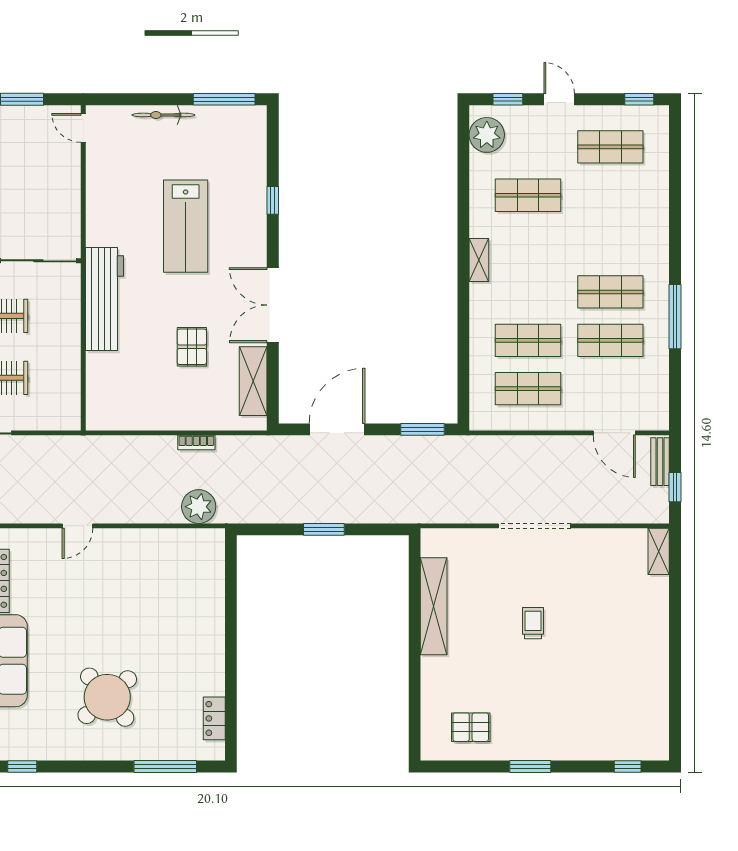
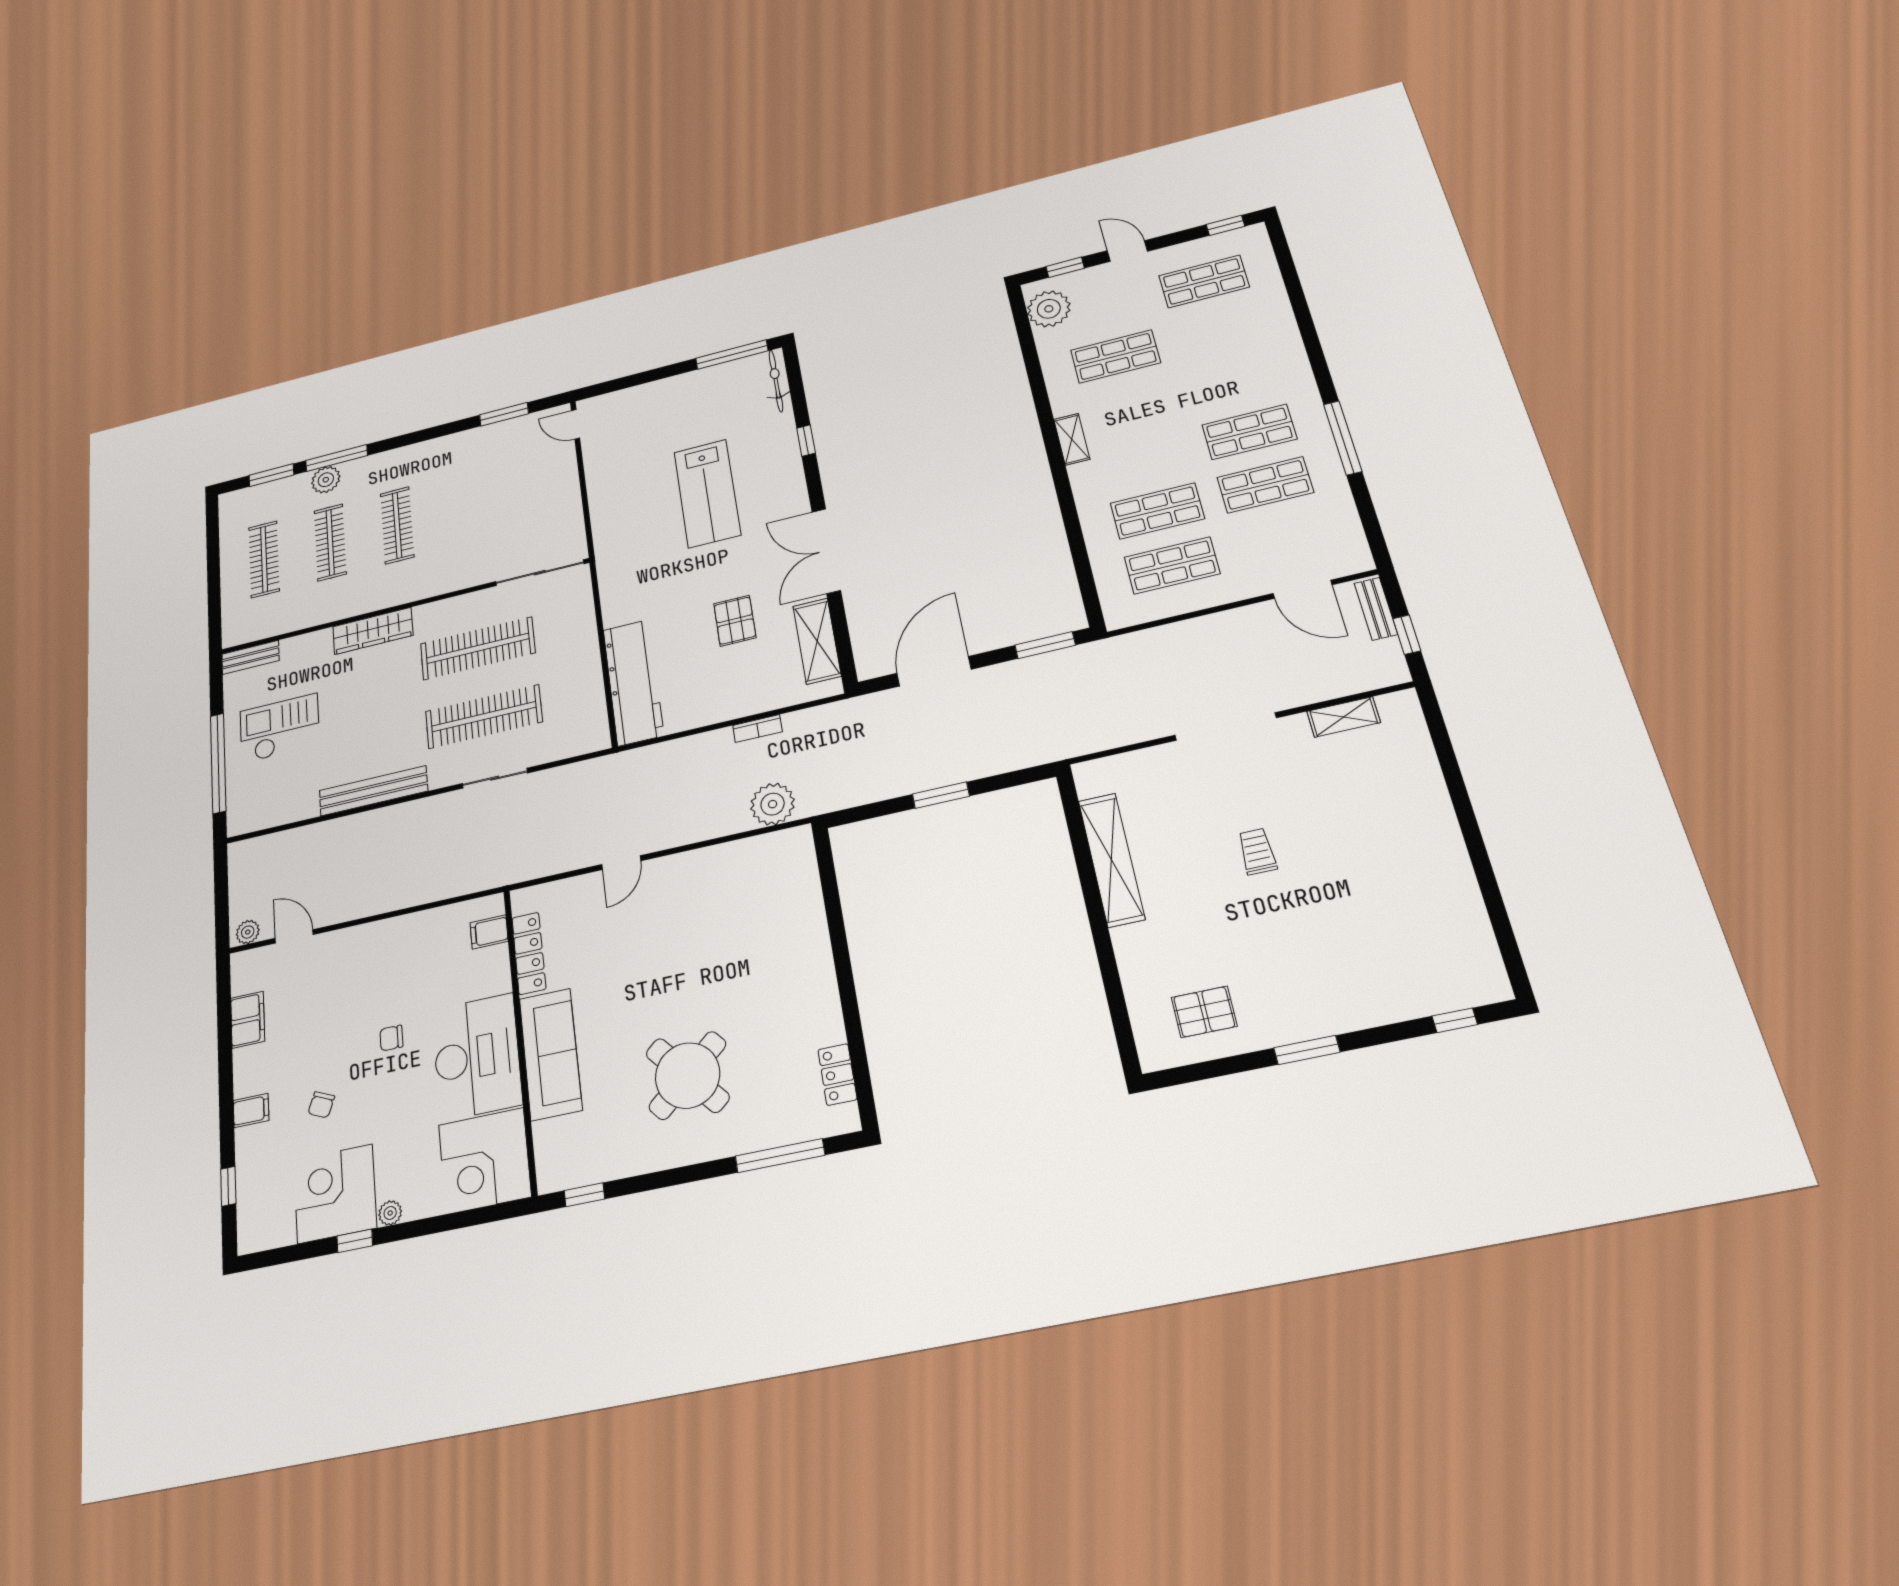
bicycle: (163, 115) -> (776, 381), moved, turned 90
workbench: (104, 299) -> (633, 682), moved
shelving: (659, 551) -> (1344, 717), moved, turned 90

